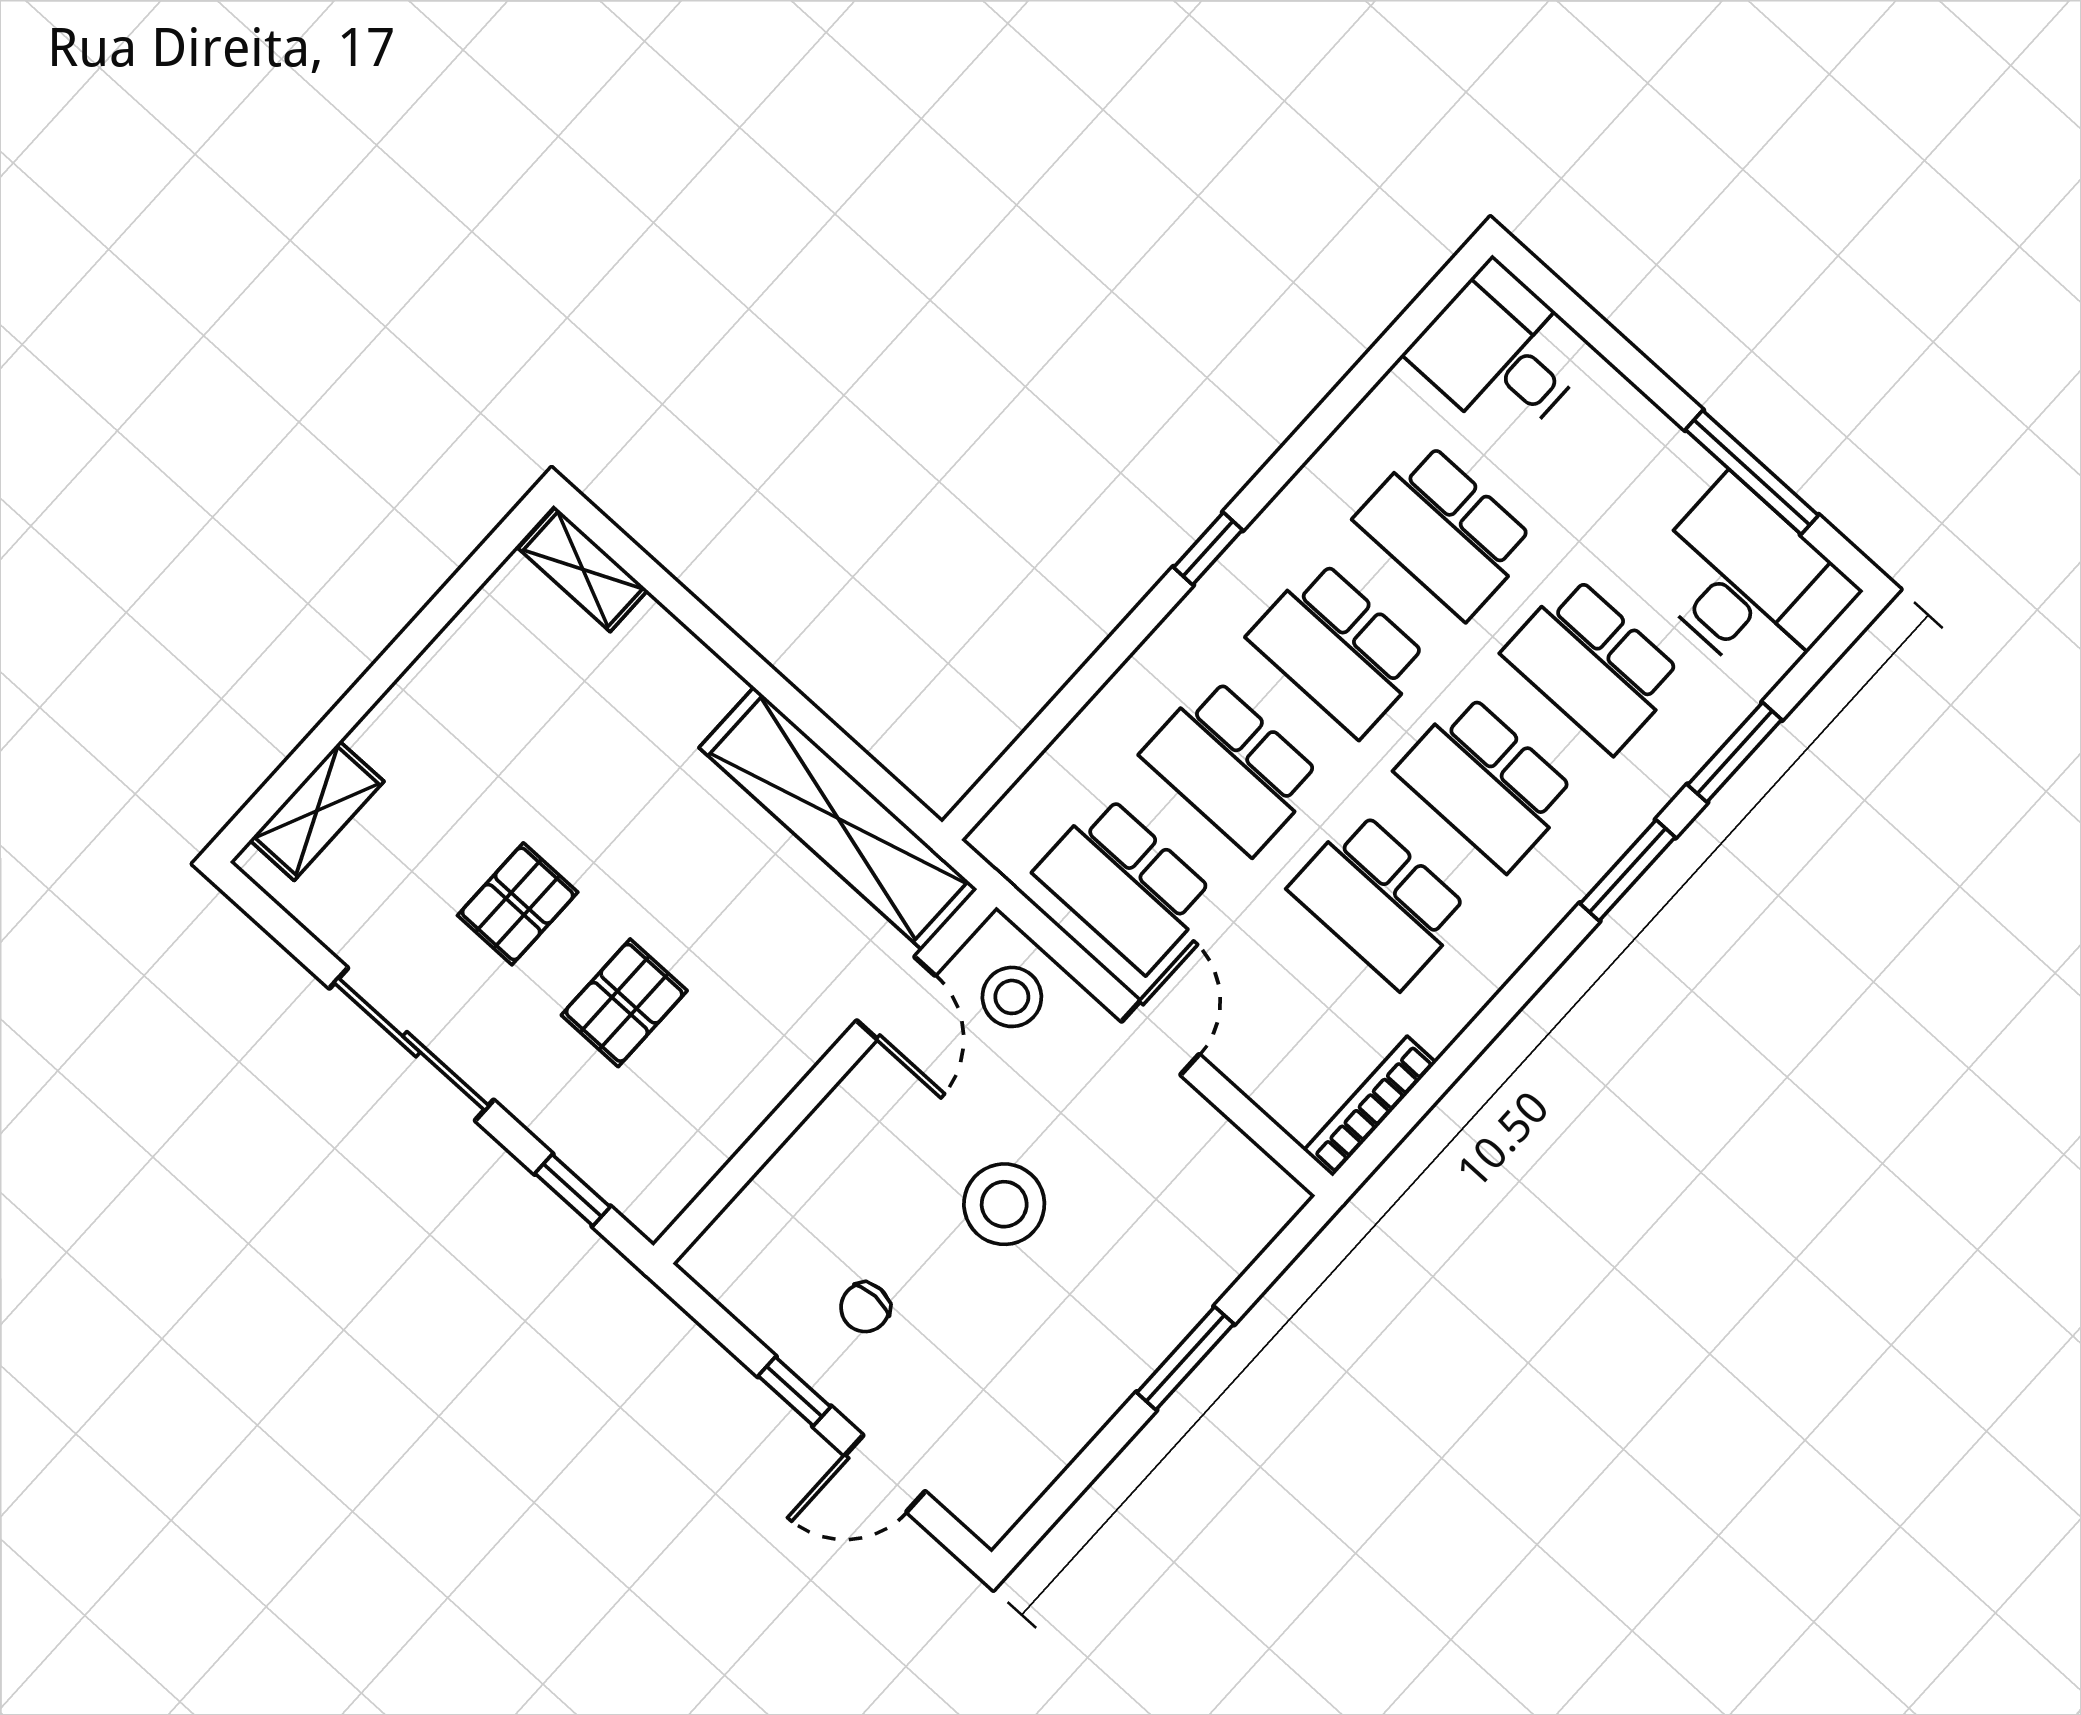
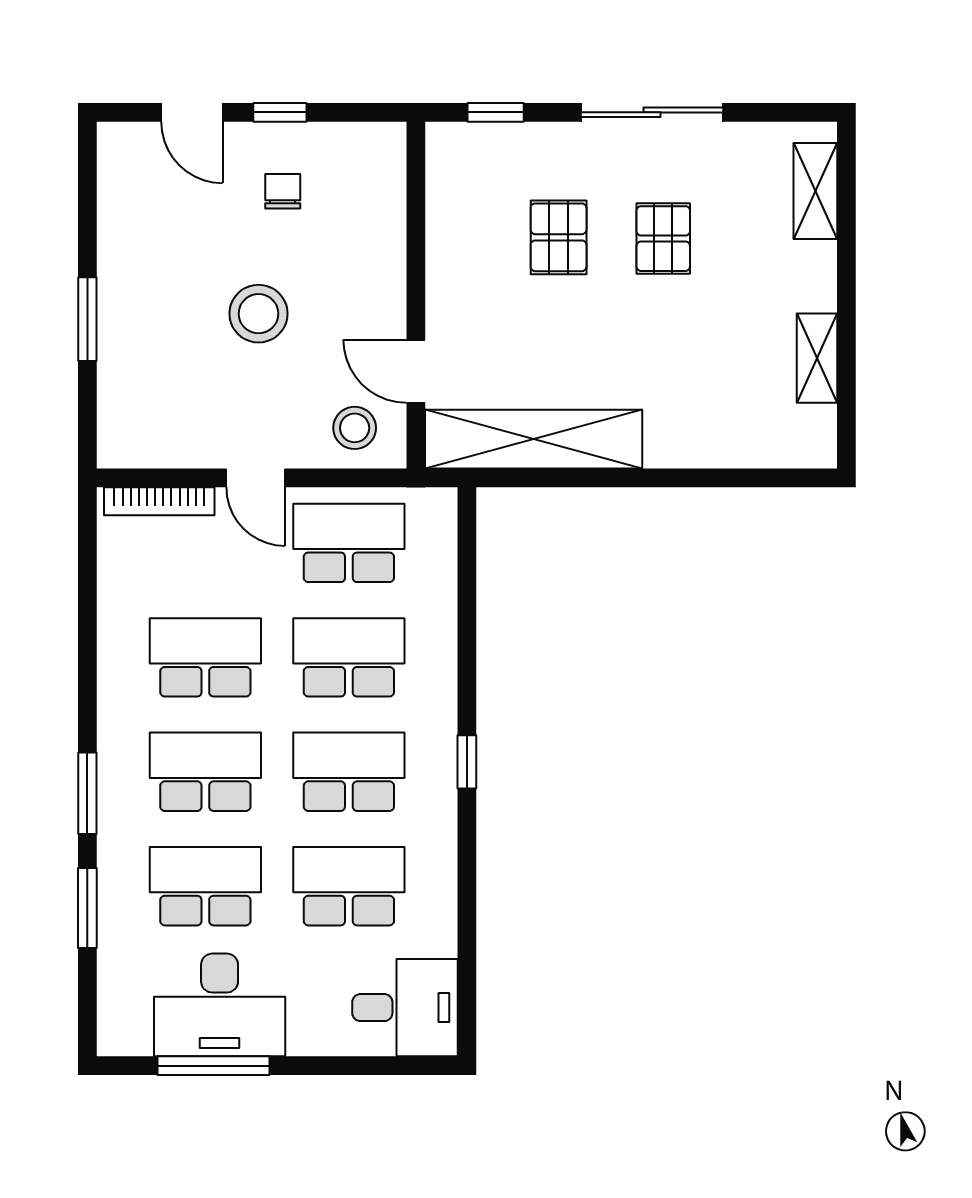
shelving: (583, 569) -> (817, 358), moved, turned 90
desk: (1748, 583) -> (220, 1005), moved
bookcase: (1370, 1106) -> (159, 501), moved, turned 90
door: (885, 1473) -> (192, 112), swing flipped

